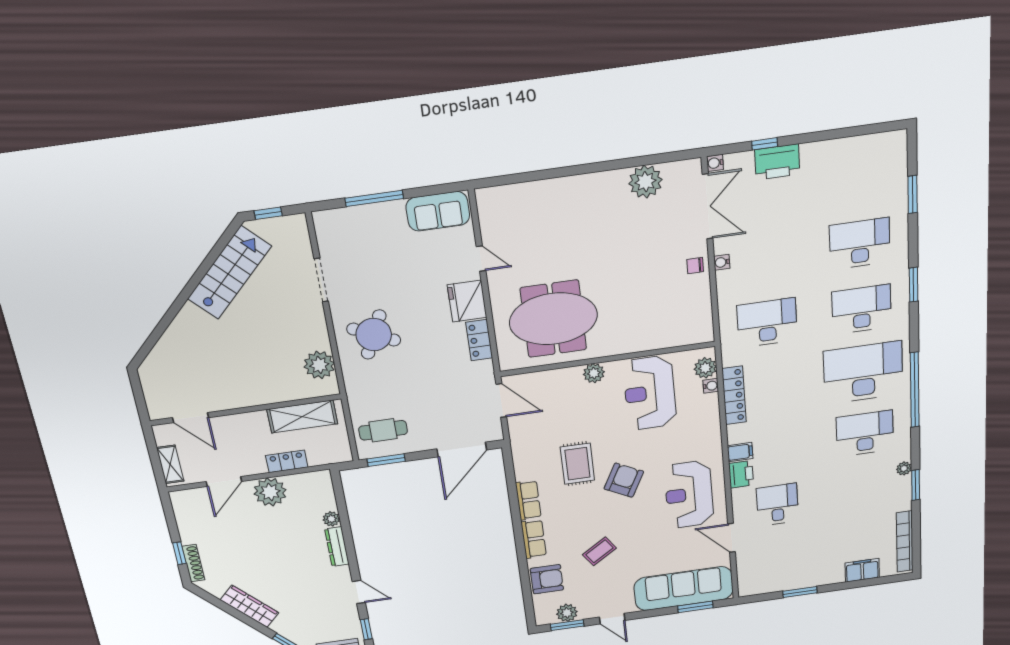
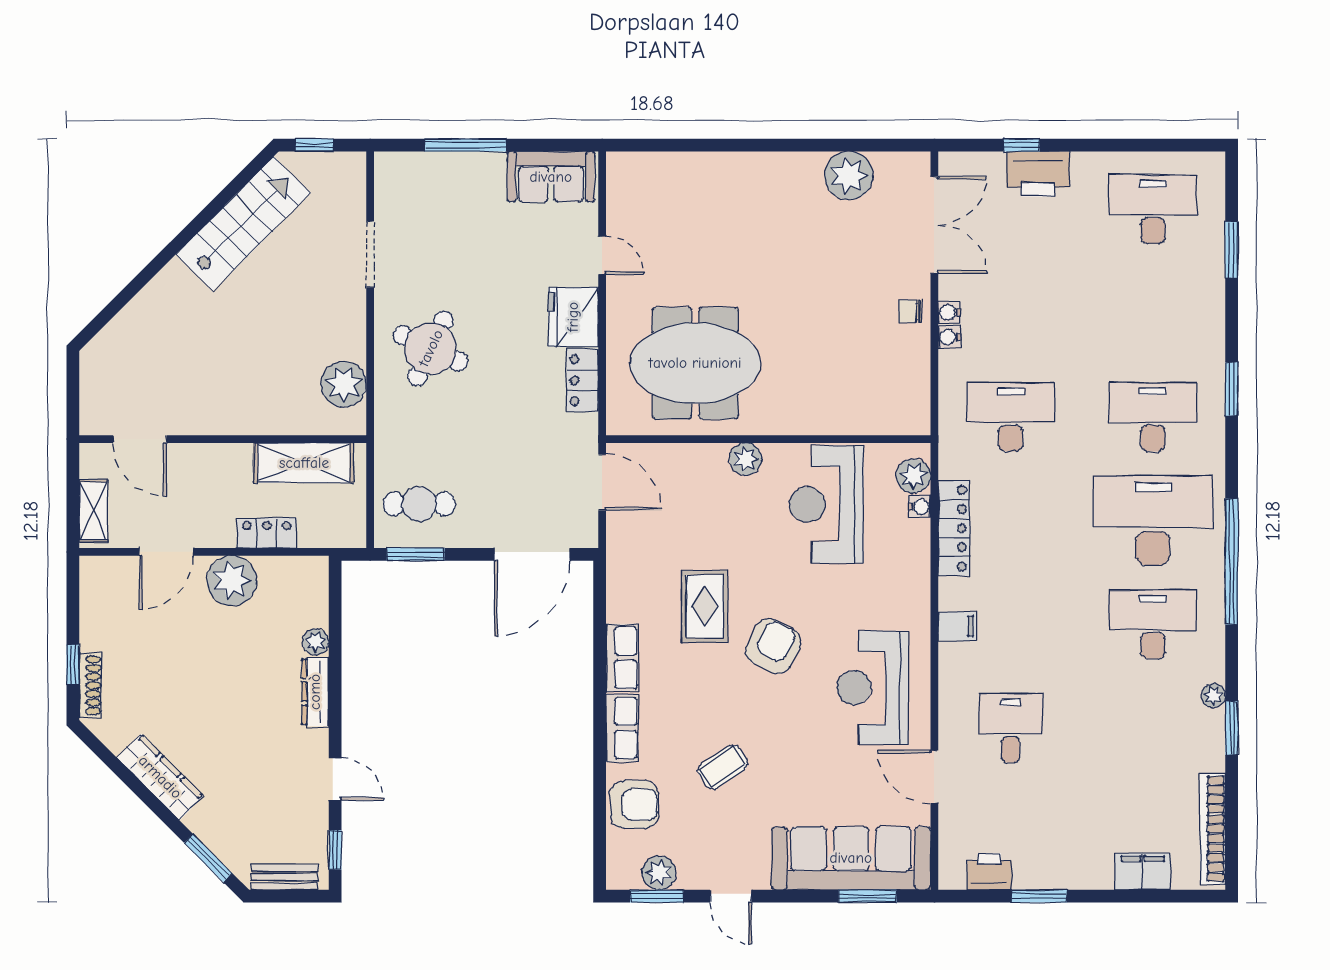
water cooler: (715, 163) -> (949, 337), moved
desk: (860, 244) -> (1153, 209), moved
printer: (741, 474) -> (989, 872), moved, turned -90

